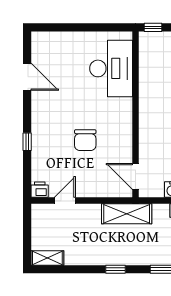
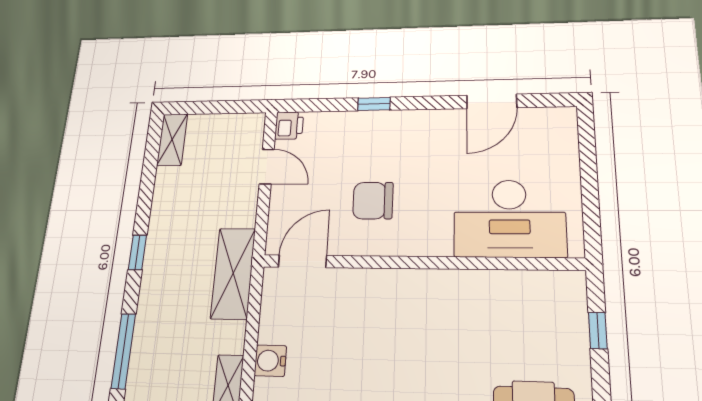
desk: (111, 68) -> (509, 218), moved
wall: (135, 114) -> (420, 263), moved
door: (135, 176) -> (302, 261), moved

